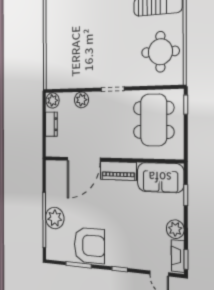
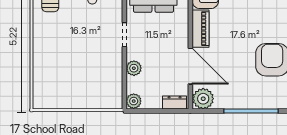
dresser: (51, 124) -> (175, 103), moved
plant: (55, 218) -> (203, 99), moved

